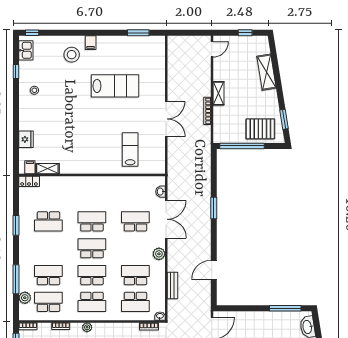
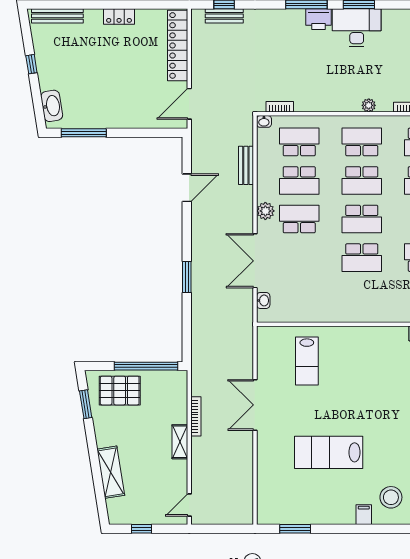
school desk: (135, 221) -> (299, 219), moved, turned 180

